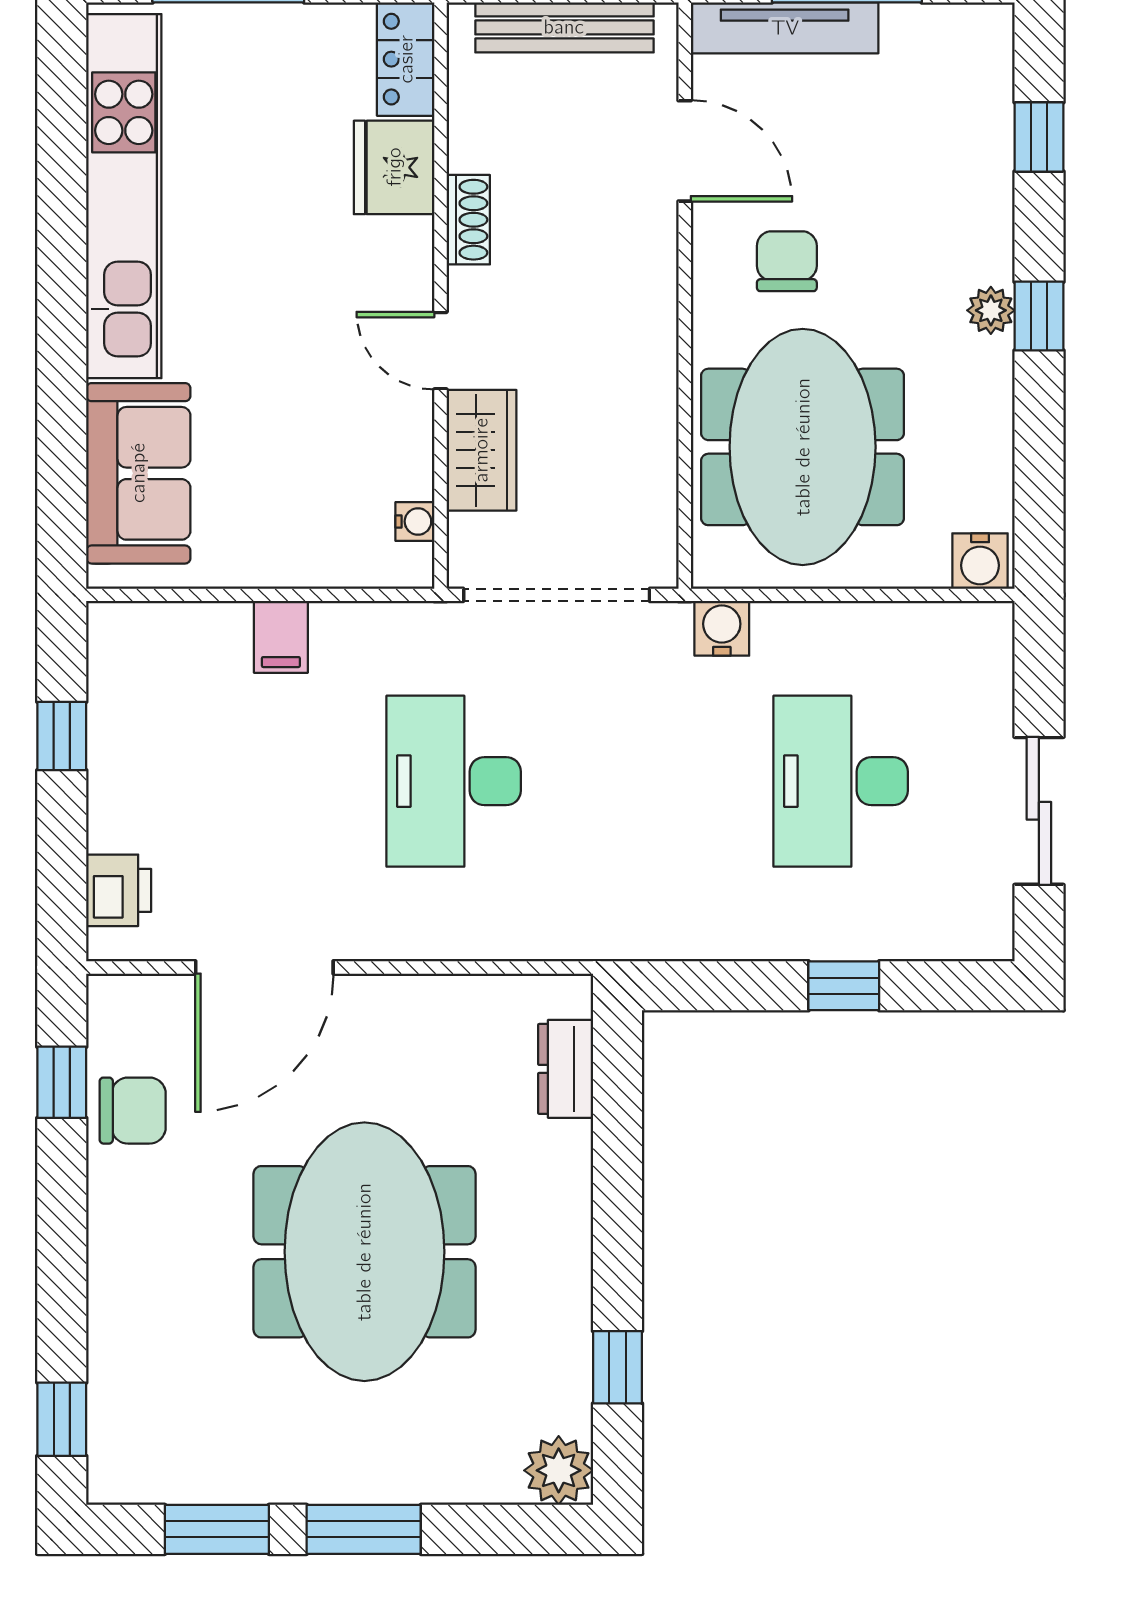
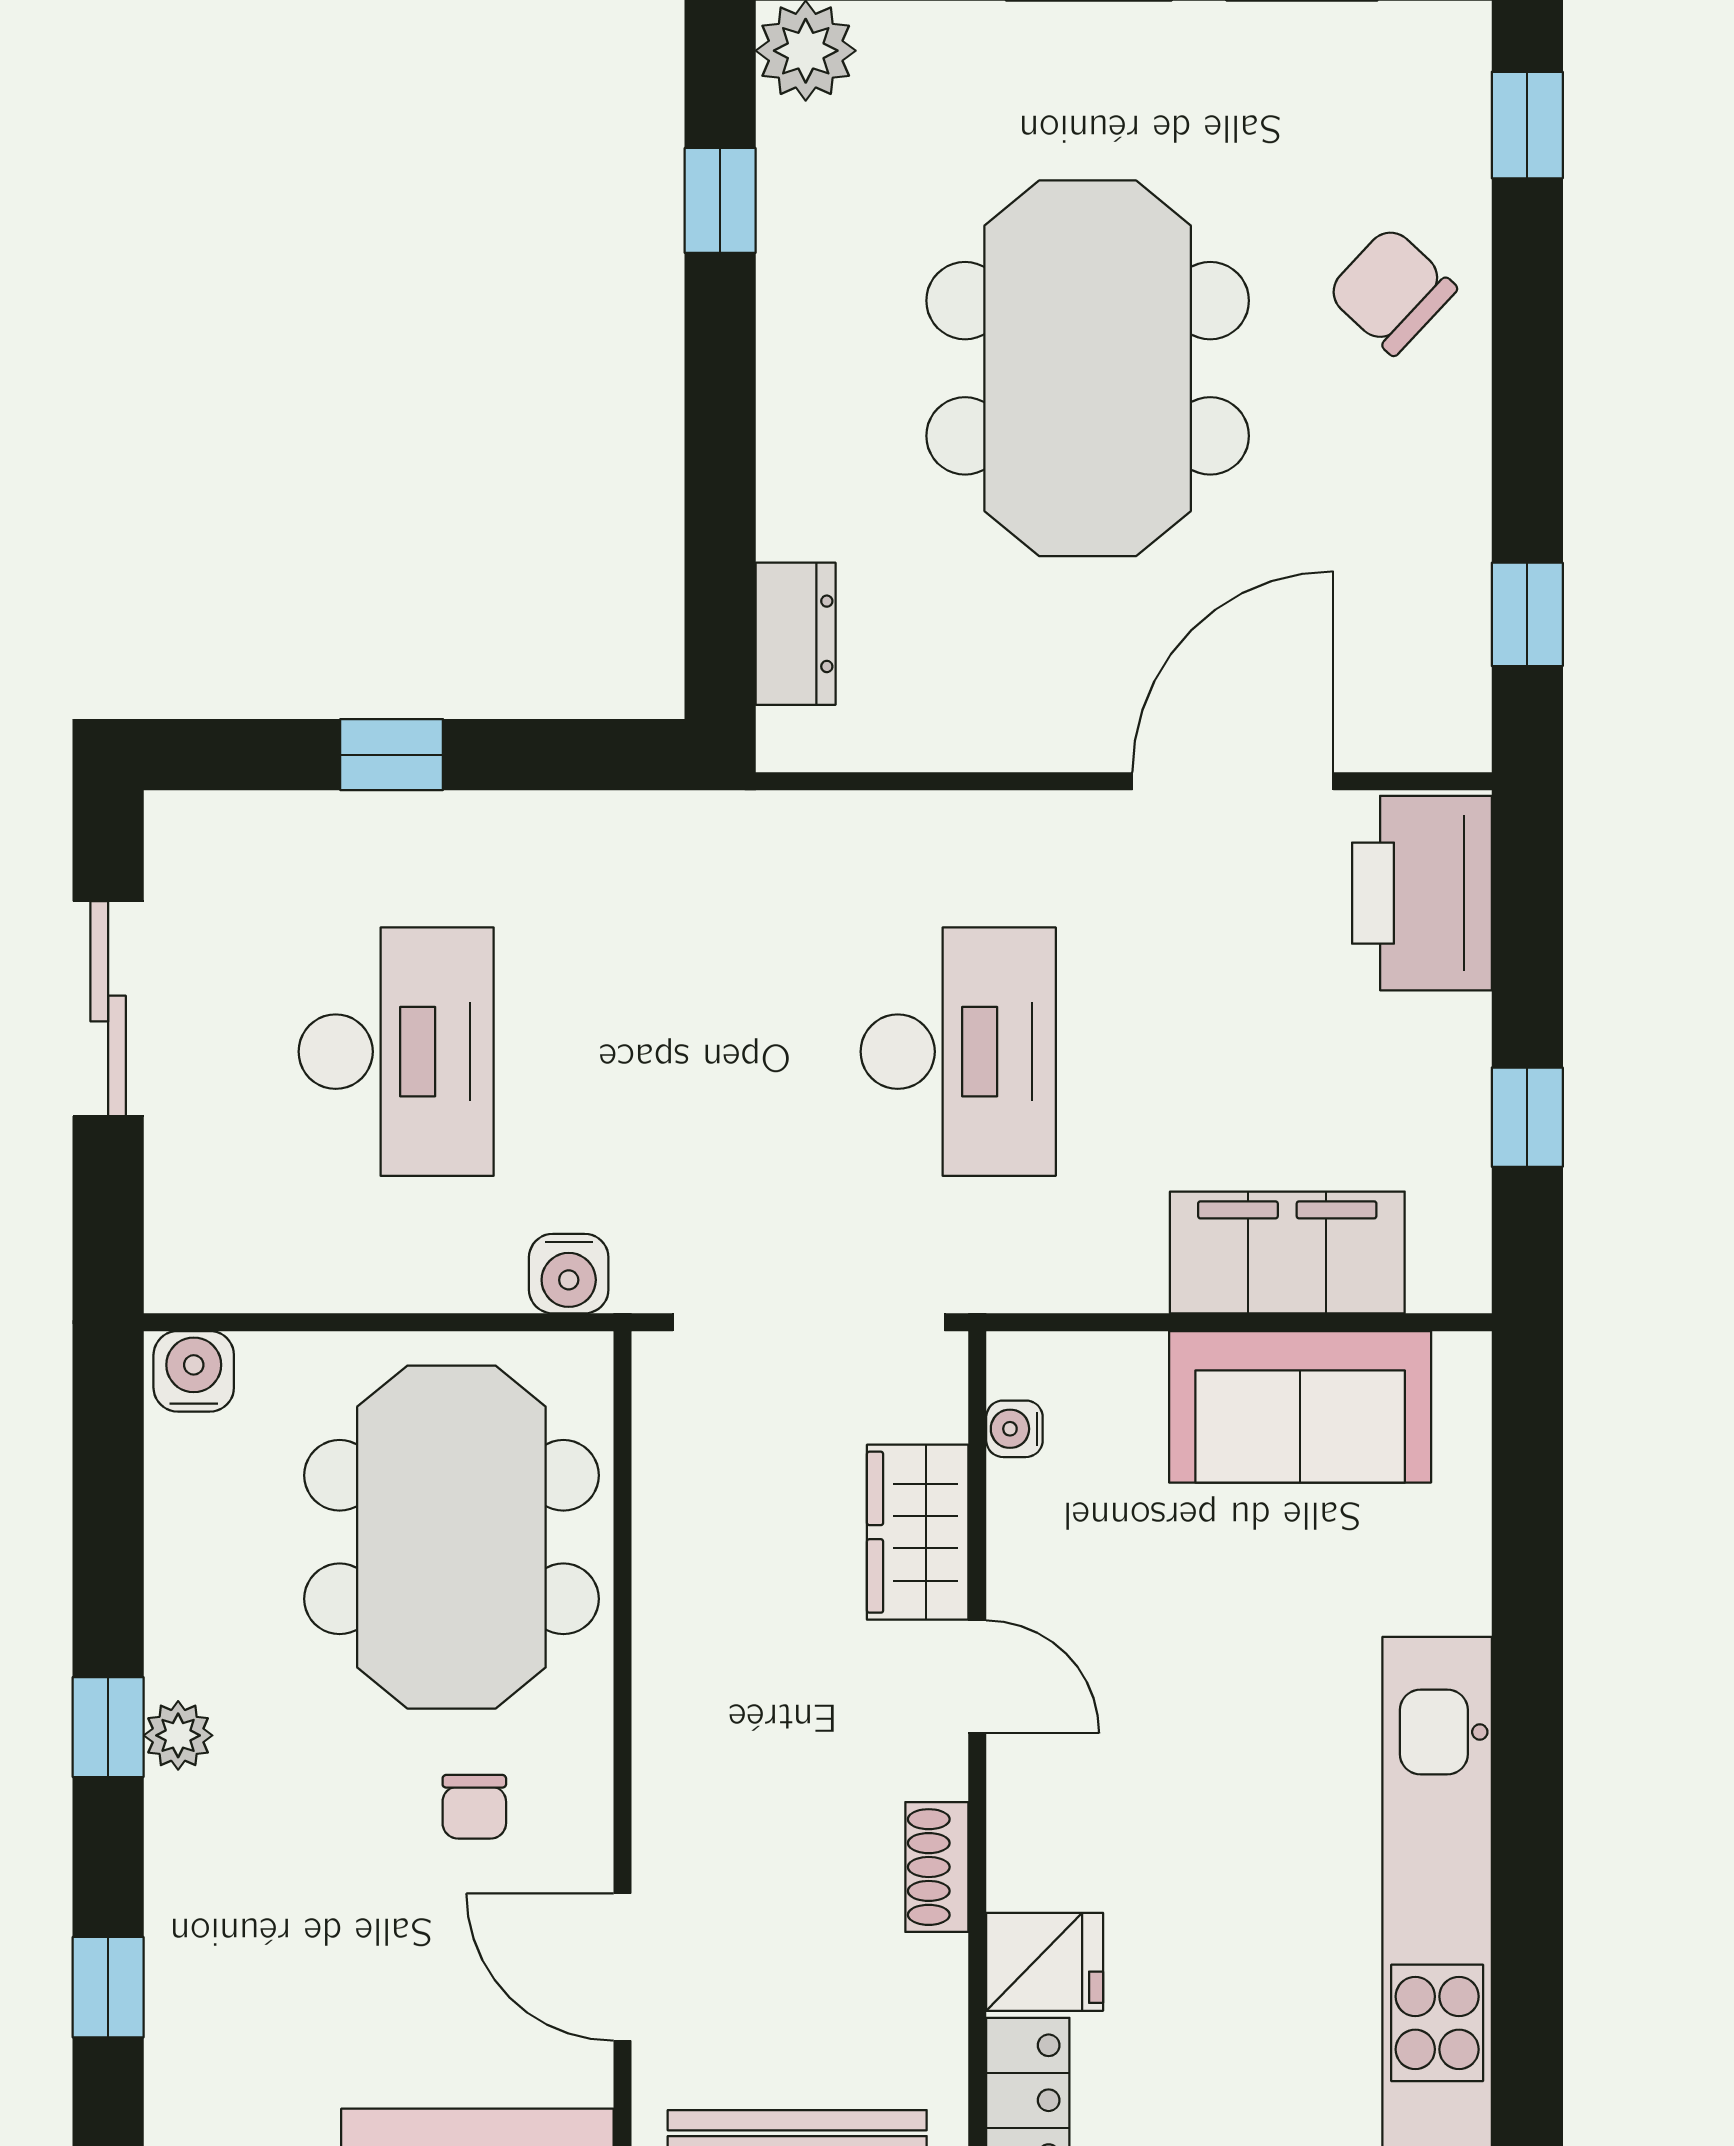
fridge: (394, 167) -> (1045, 1962), width x0.72
chair: (787, 261) -> (474, 1807), width x0.73, depth x0.73
sofa: (138, 473) -> (1300, 1407), moved, turned -90
filing cabinet: (281, 637) -> (1287, 1252), width x3.00, depth x1.17
printer: (119, 890) -> (1422, 893), width x1.87, depth x1.48
chair: (133, 1111) -> (1392, 291), moved, turned 43

